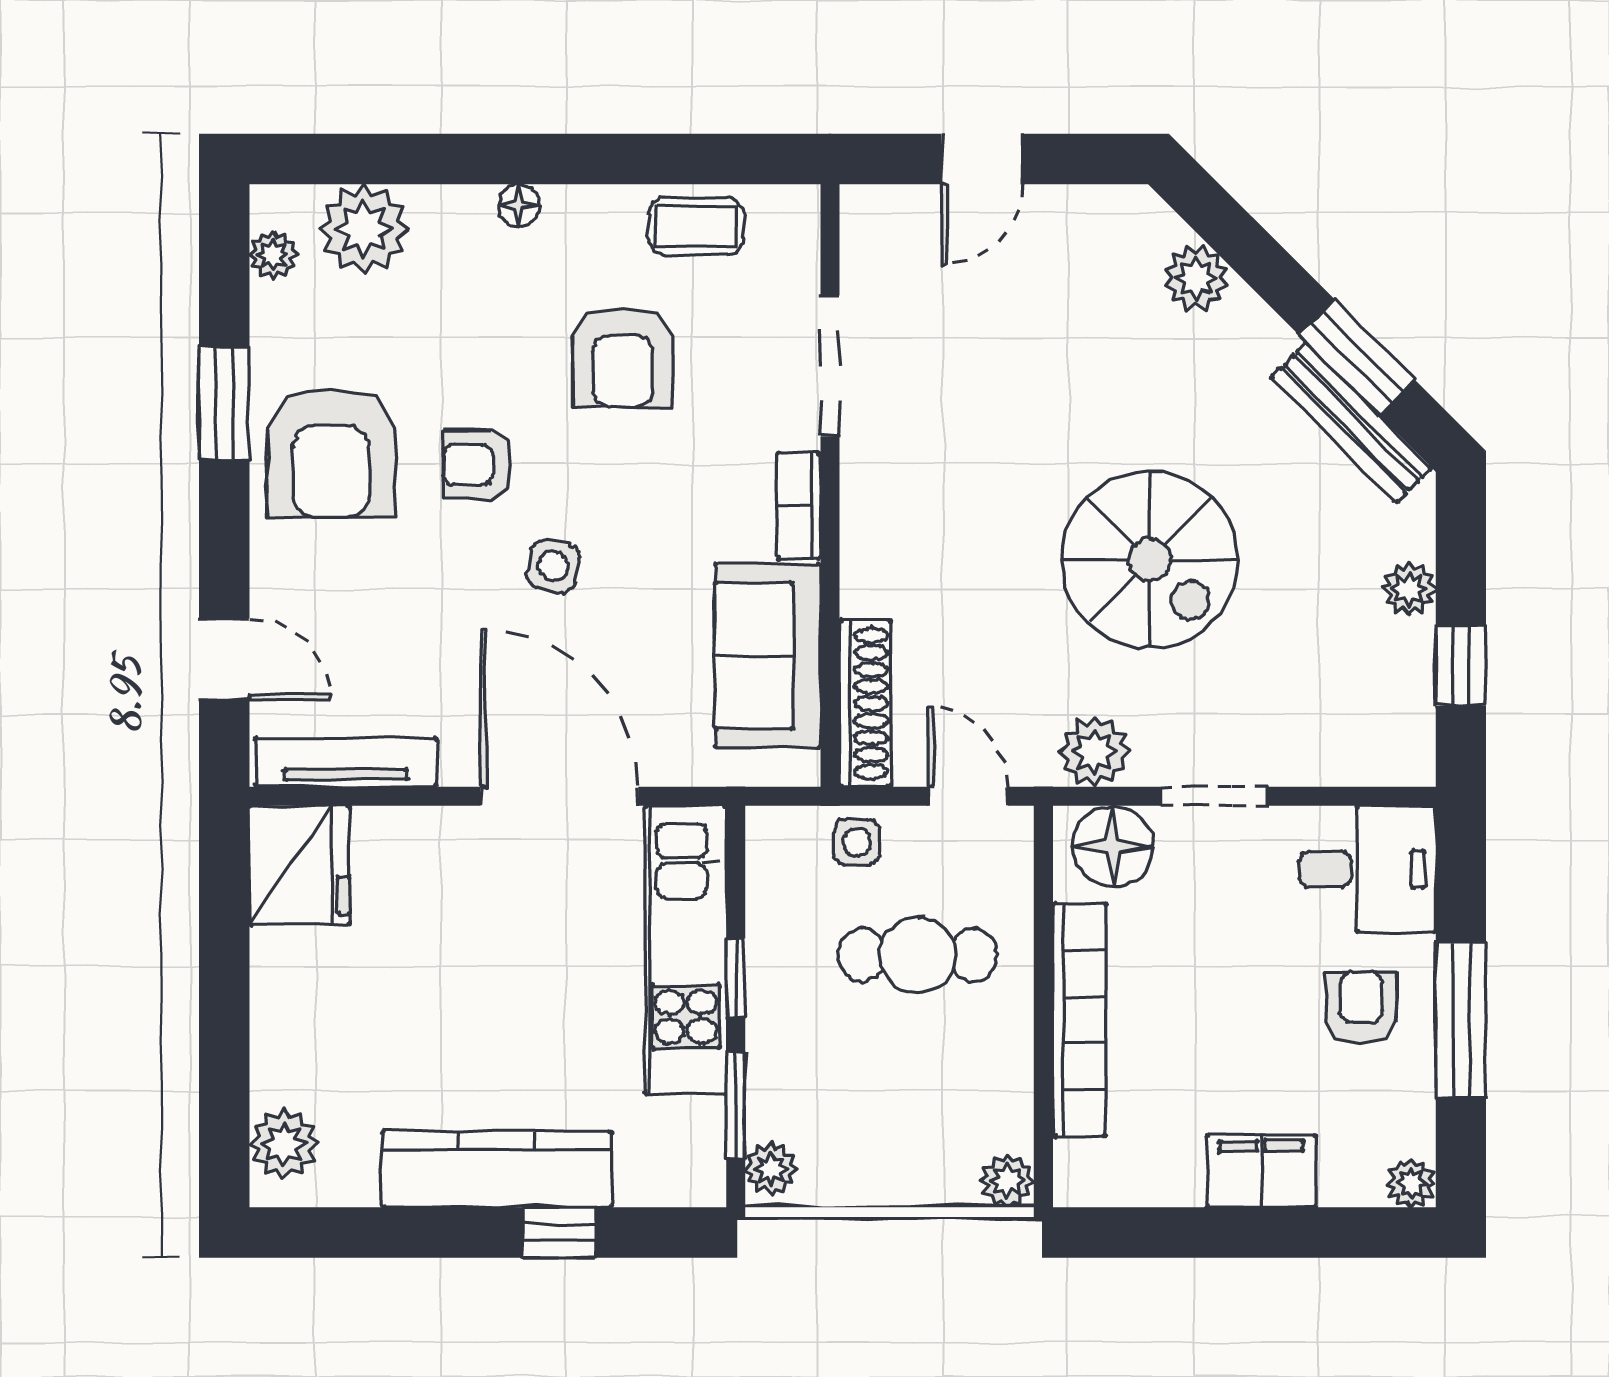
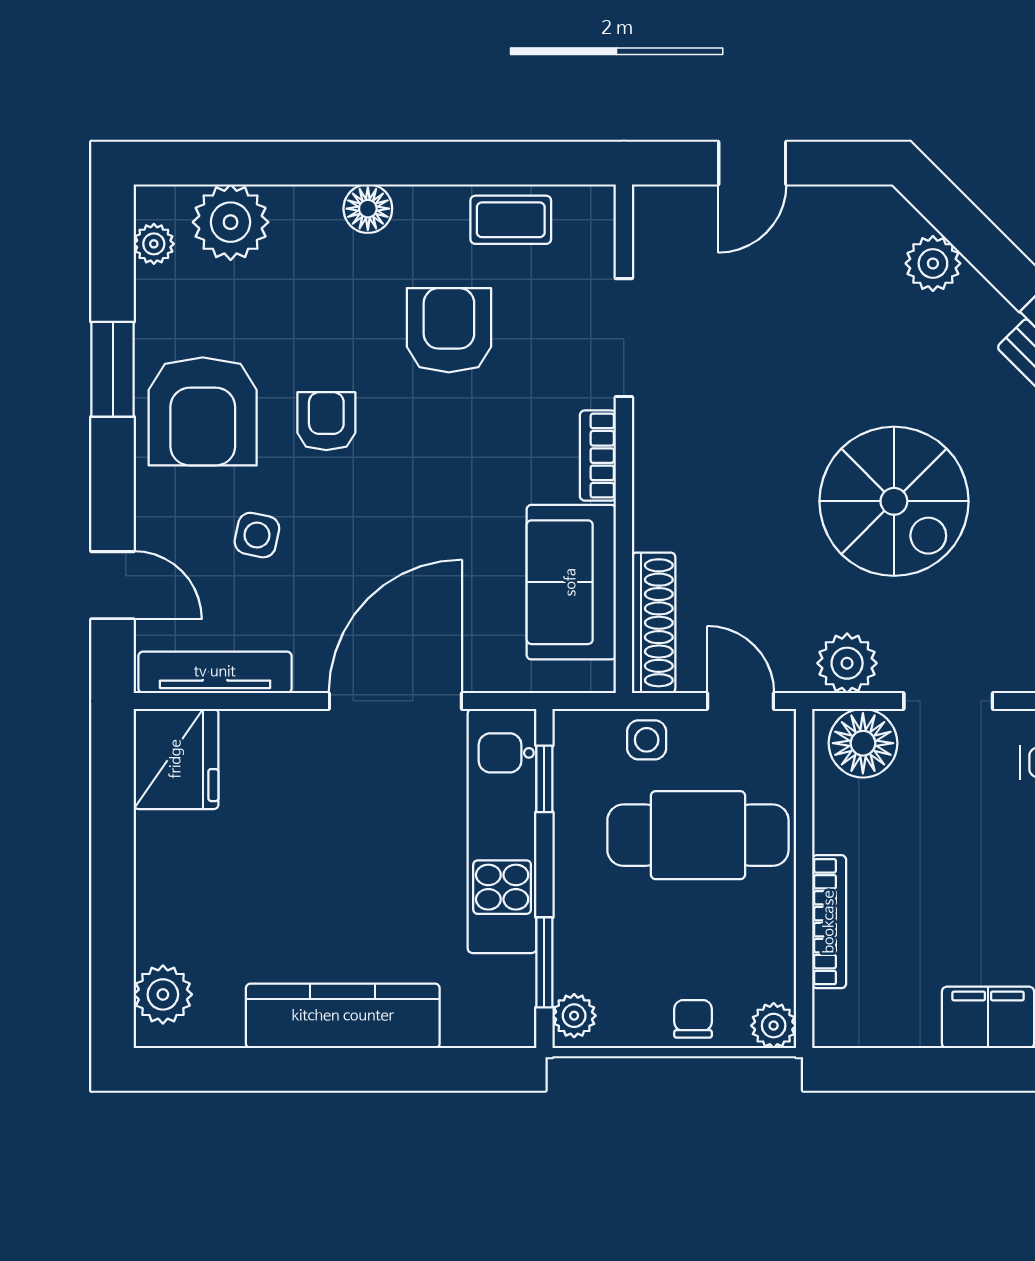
floor lamp: (519, 205) -> (368, 209), width x1.37, depth x1.37
armchair: (623, 357) -> (449, 330), turned 180
armchair: (477, 465) -> (326, 421), turned 90
side table: (553, 566) -> (257, 535), moved
door: (559, 796) -> (395, 701), hinge flipped
cafe table: (918, 955) -> (698, 835), width x1.37, depth x1.35
window: (736, 978) -> (544, 779), moved
bookcase: (1079, 1020) -> (829, 922), width x0.68, depth x0.76
chair: (912, 1173) -> (693, 1019), added
window: (559, 1233) -> (395, 1069), removed

